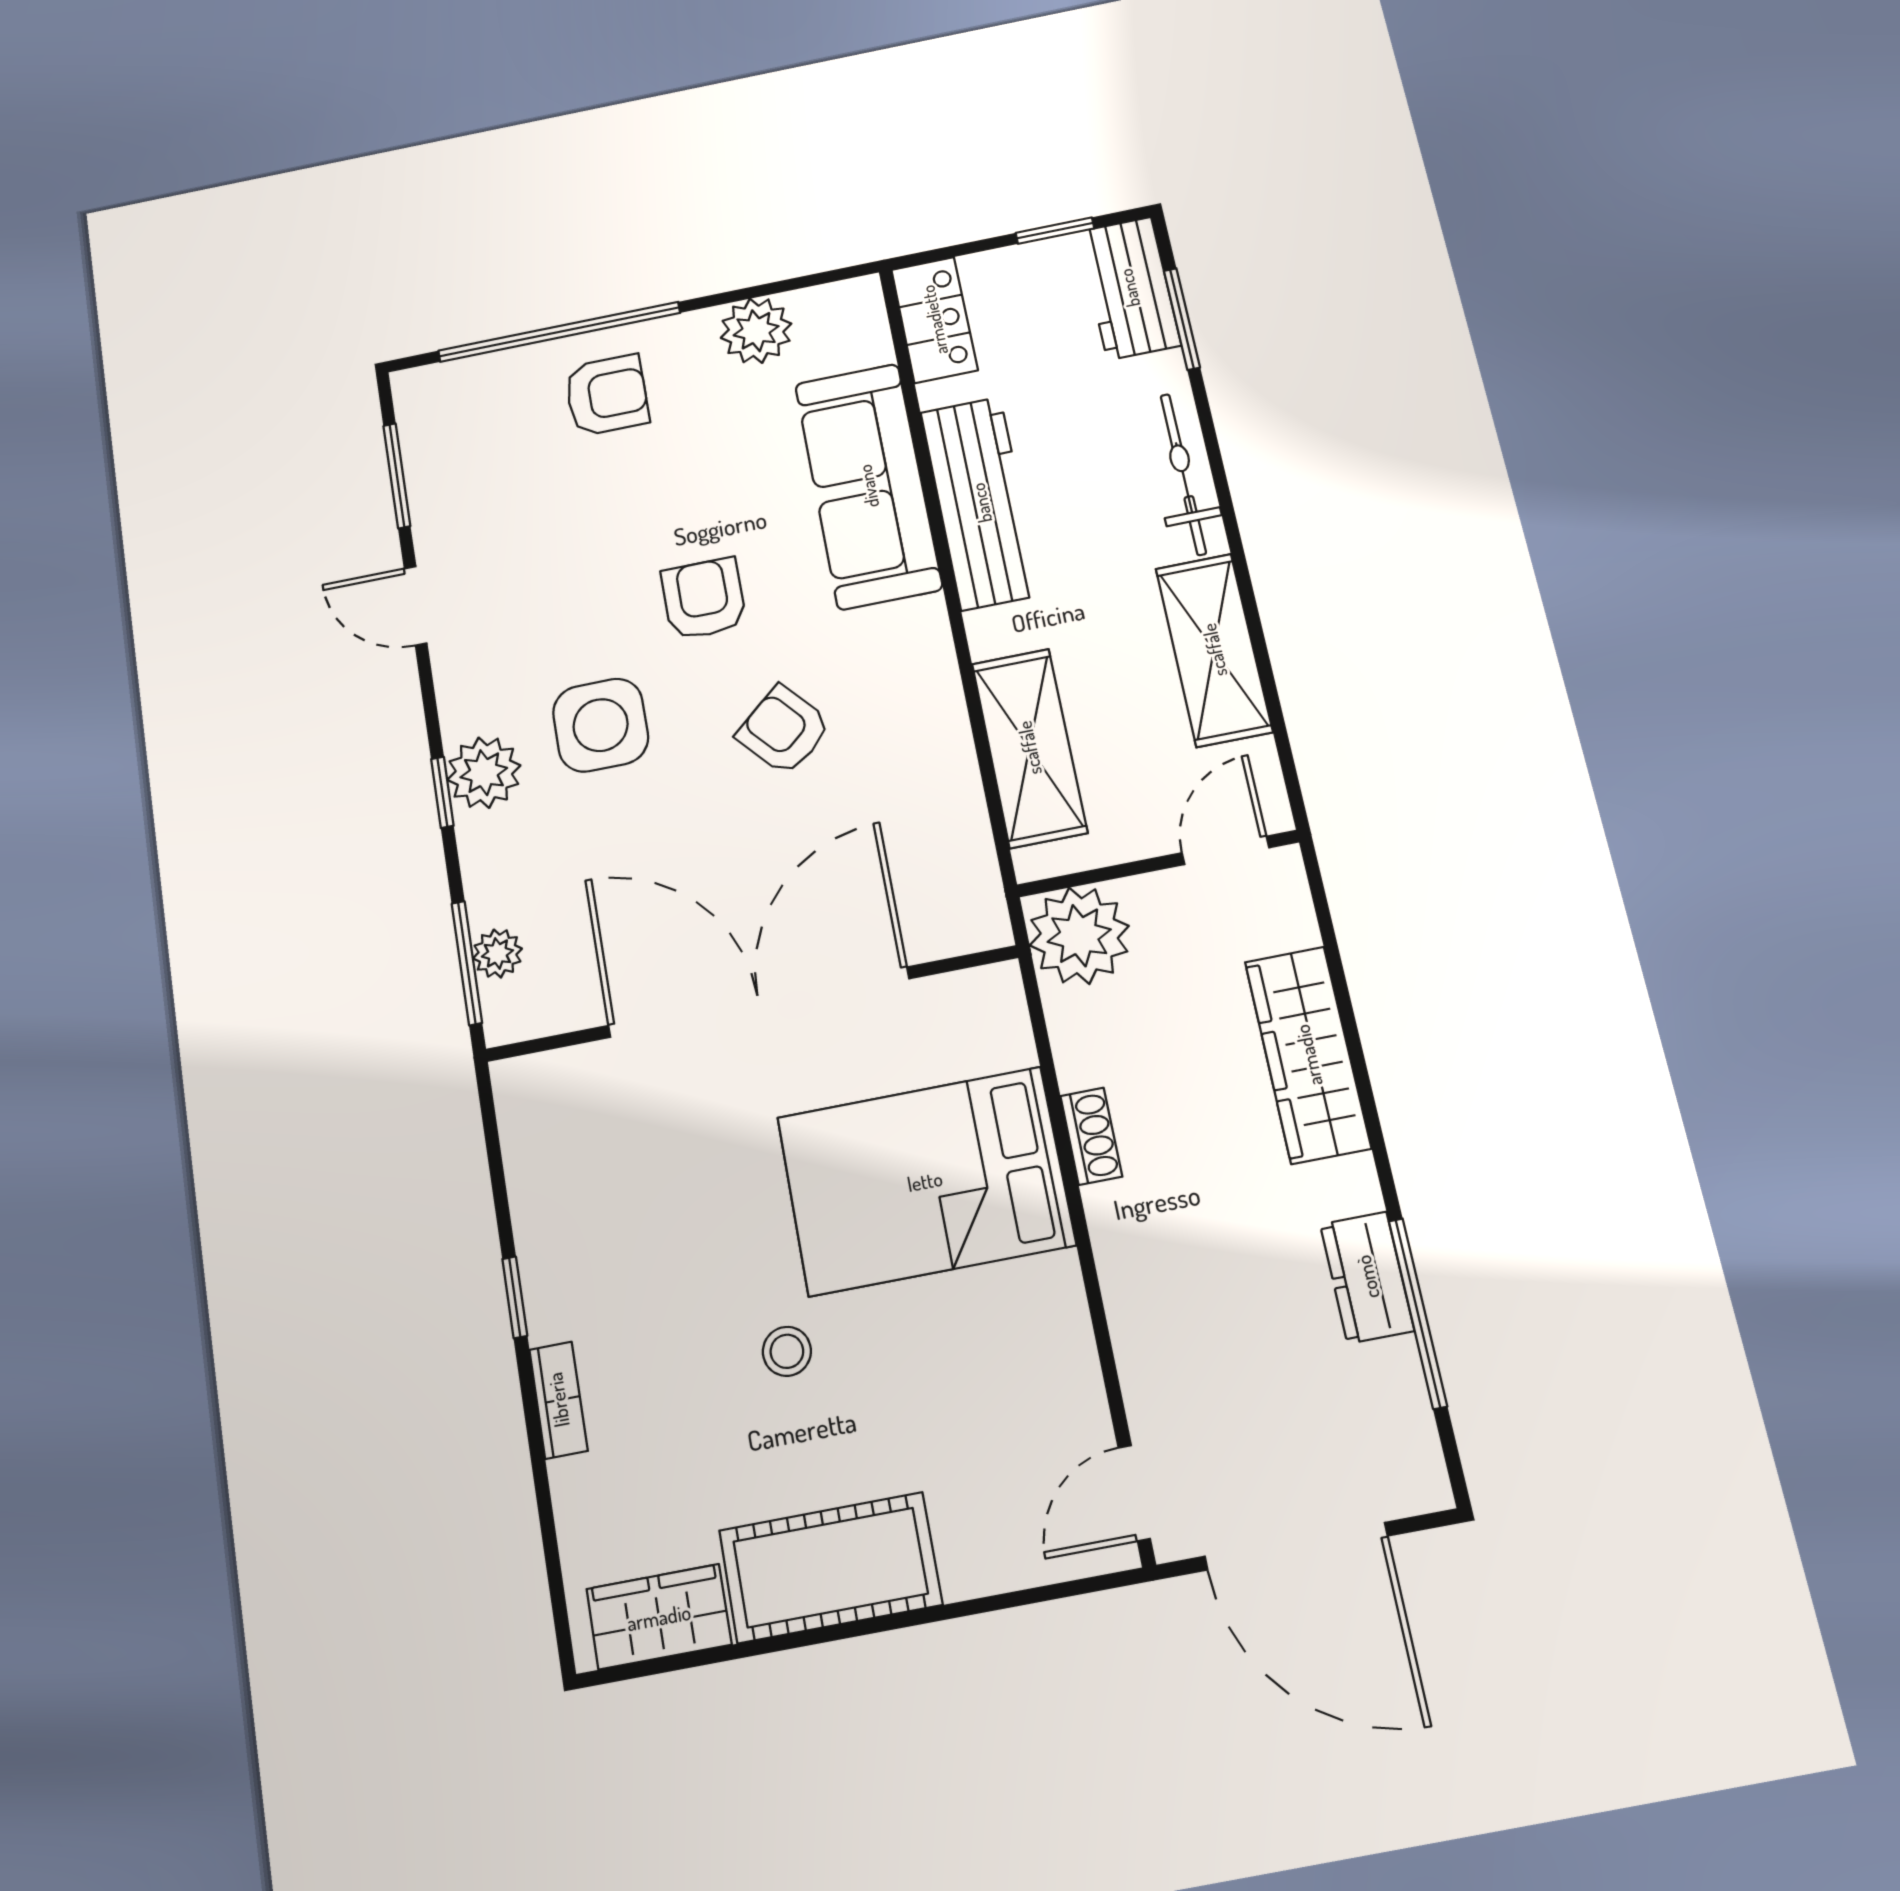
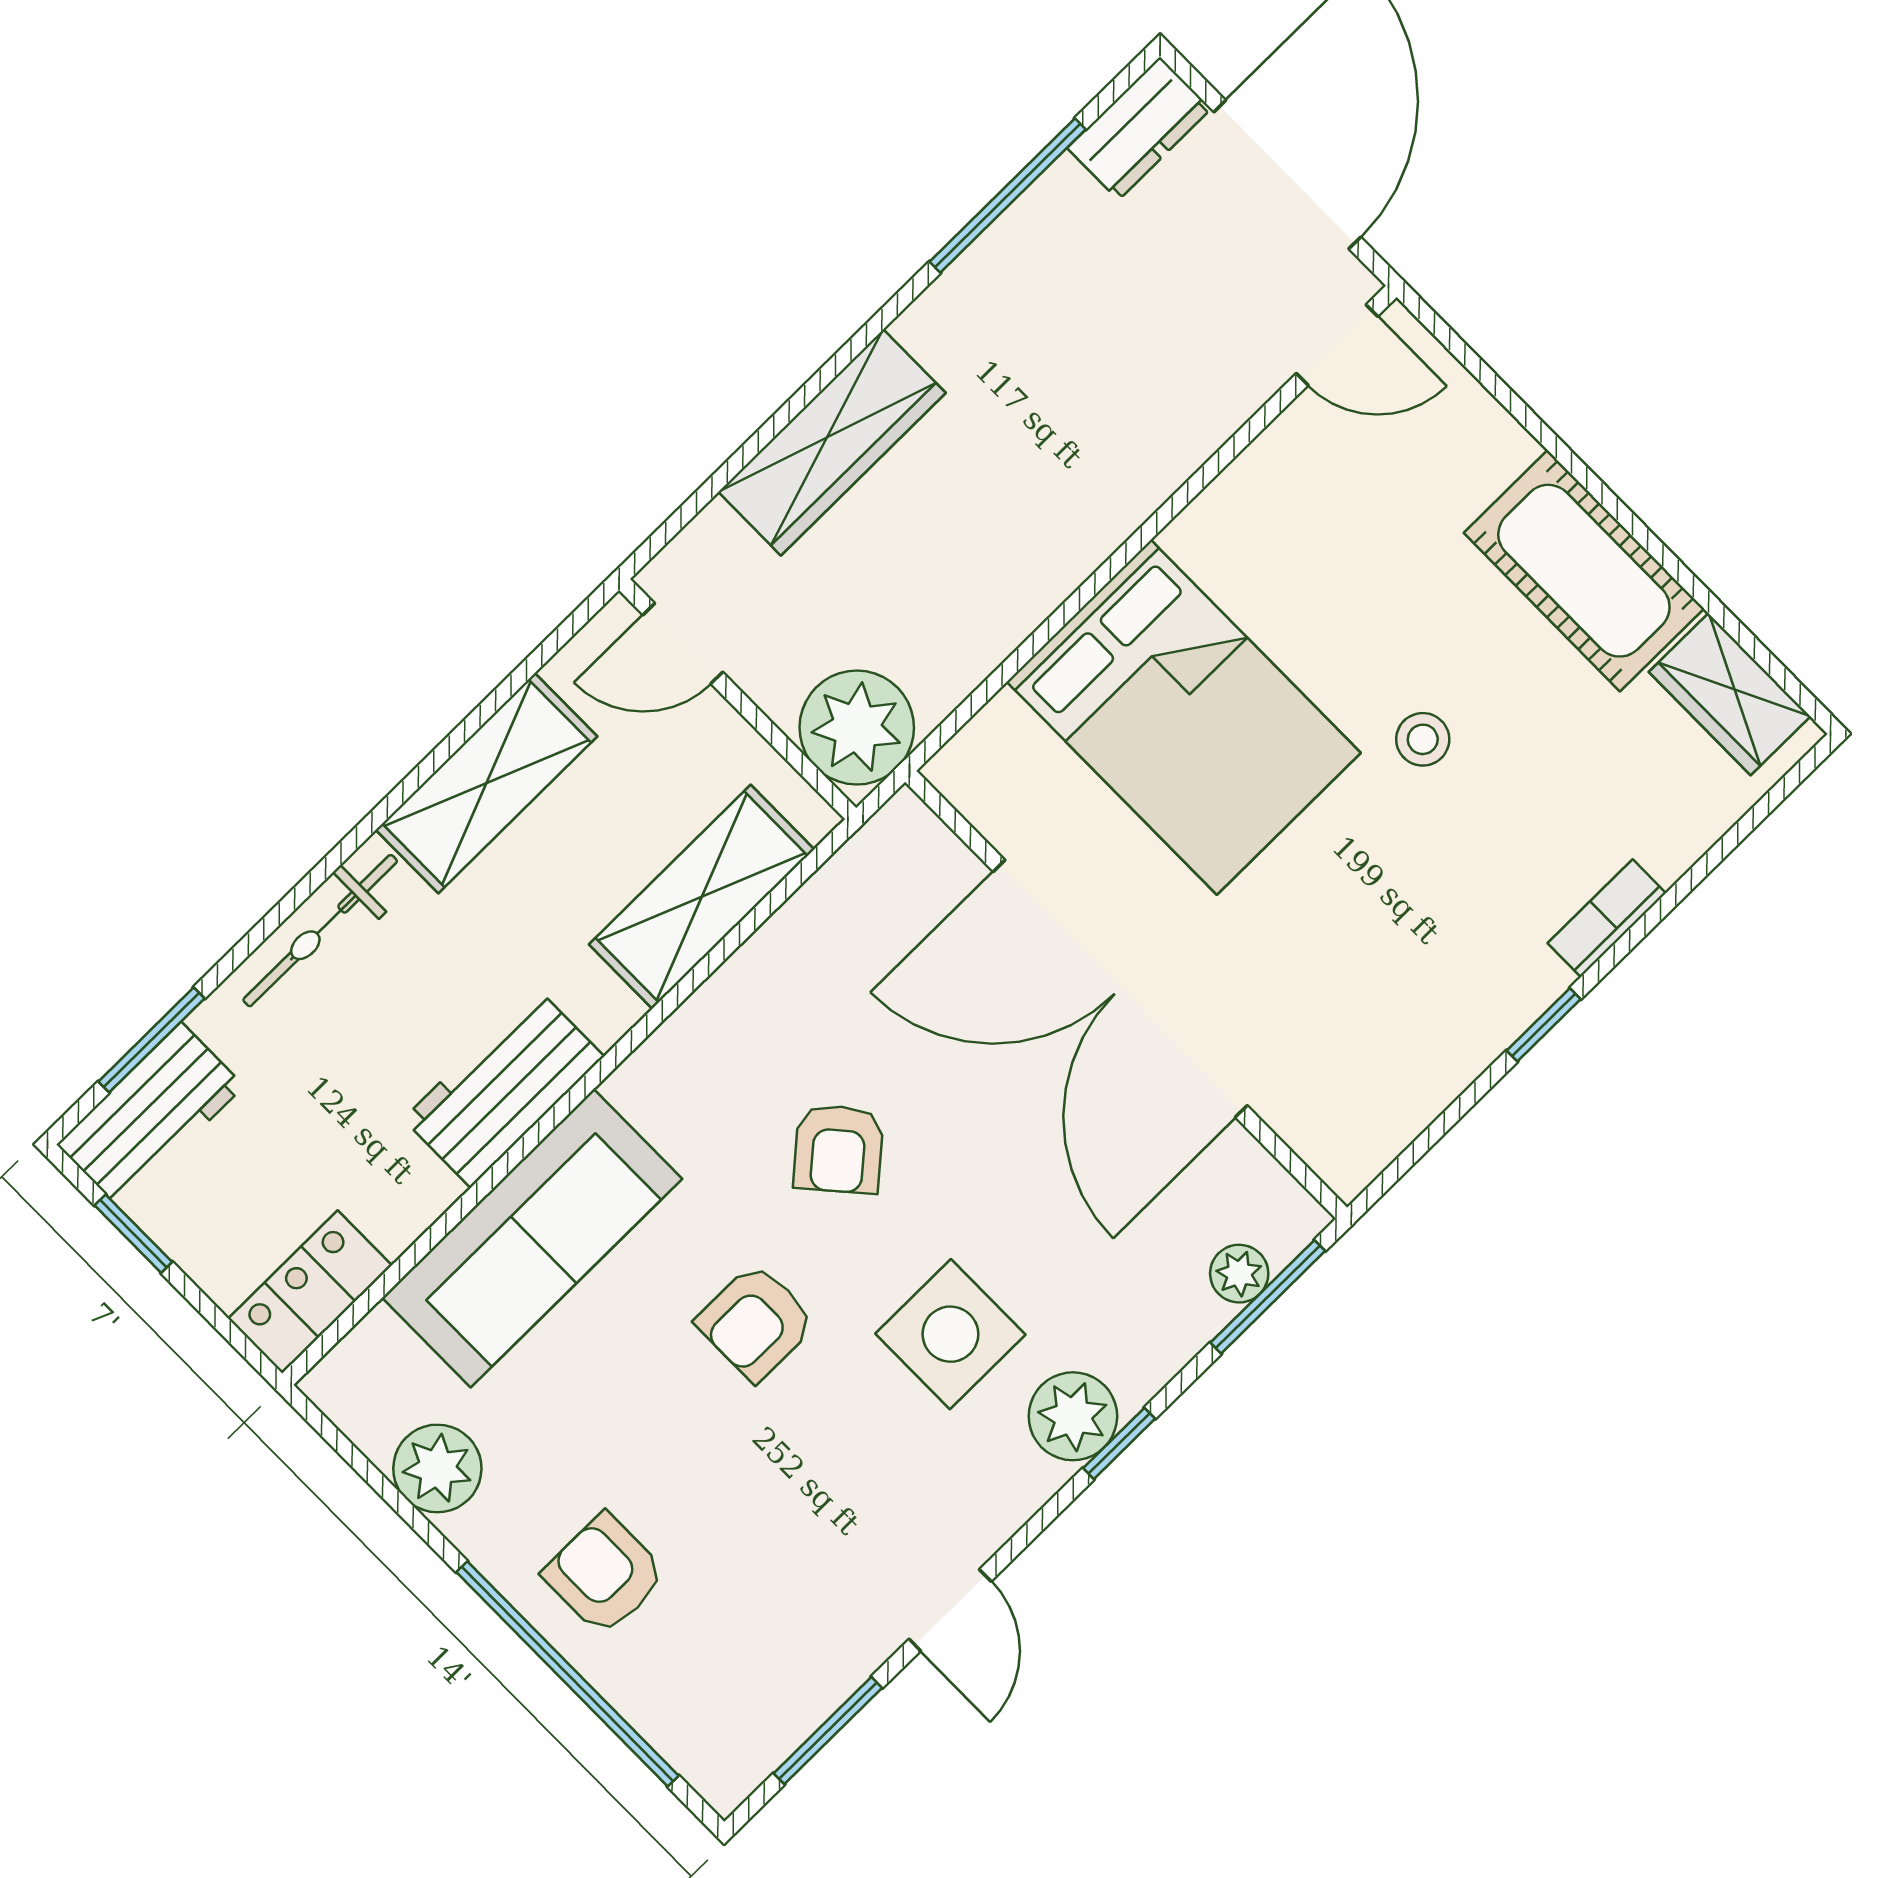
workbench: (981, 503) -> (504, 1088), width x0.73
shoe rack: (1091, 1136) -> (1041, 592), removed
dresser: (1367, 1277) -> (1139, 128), moved

